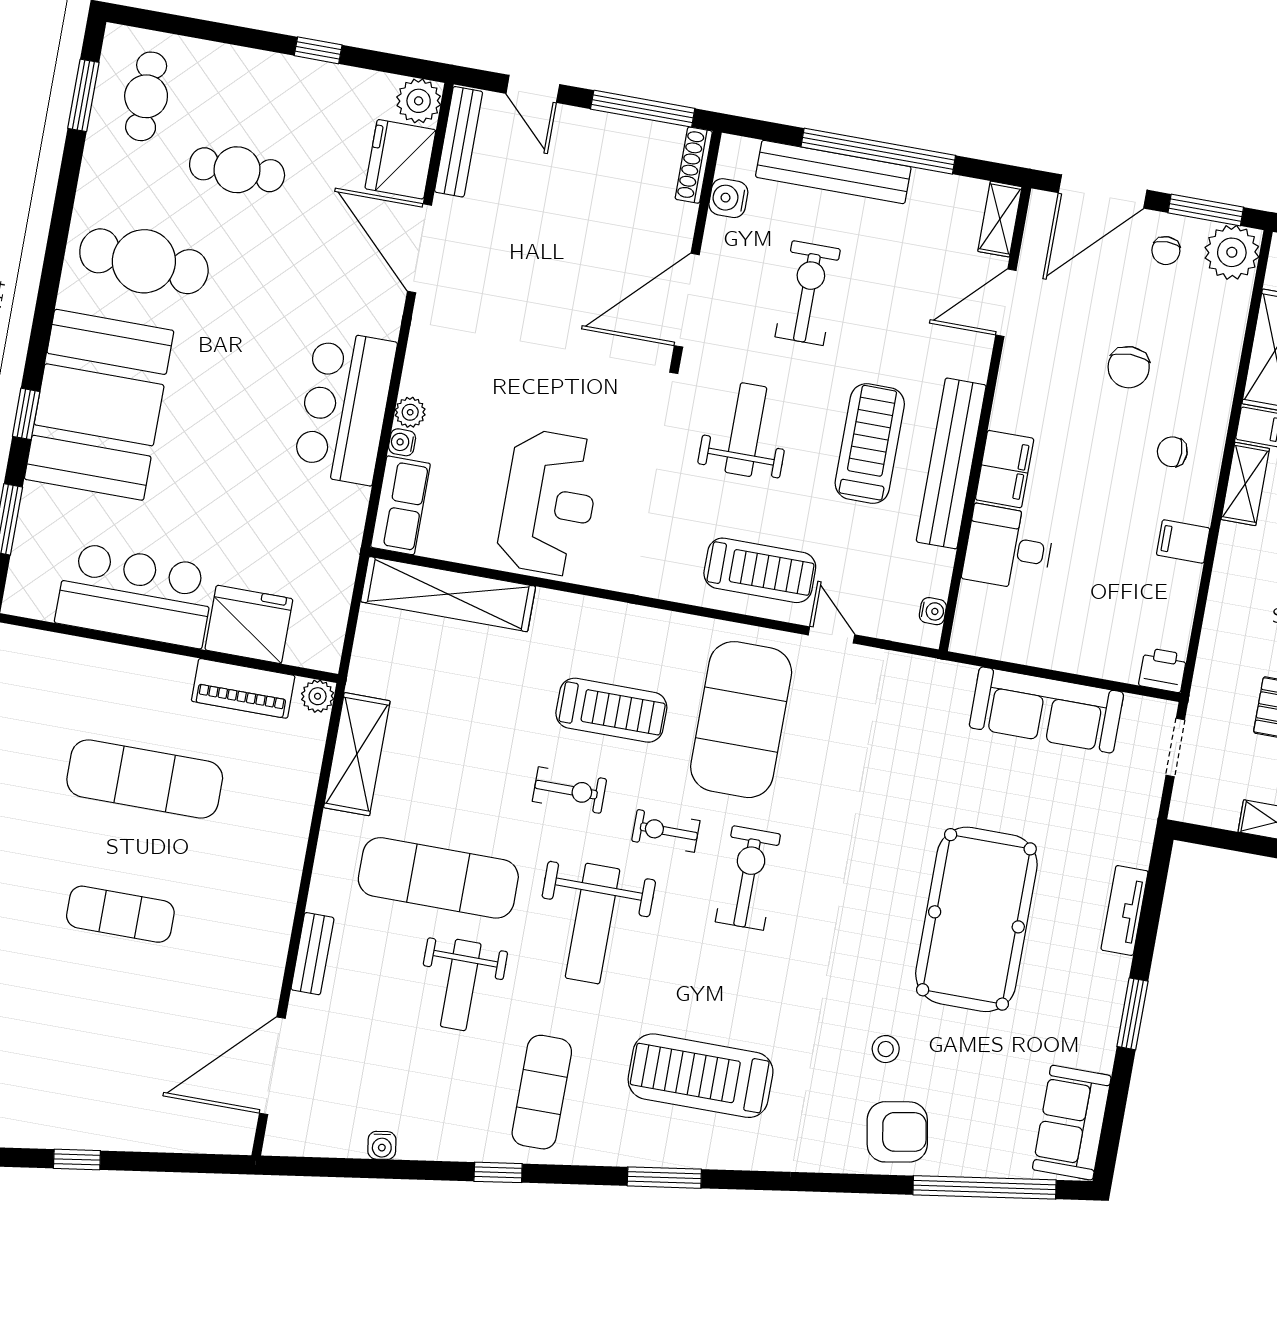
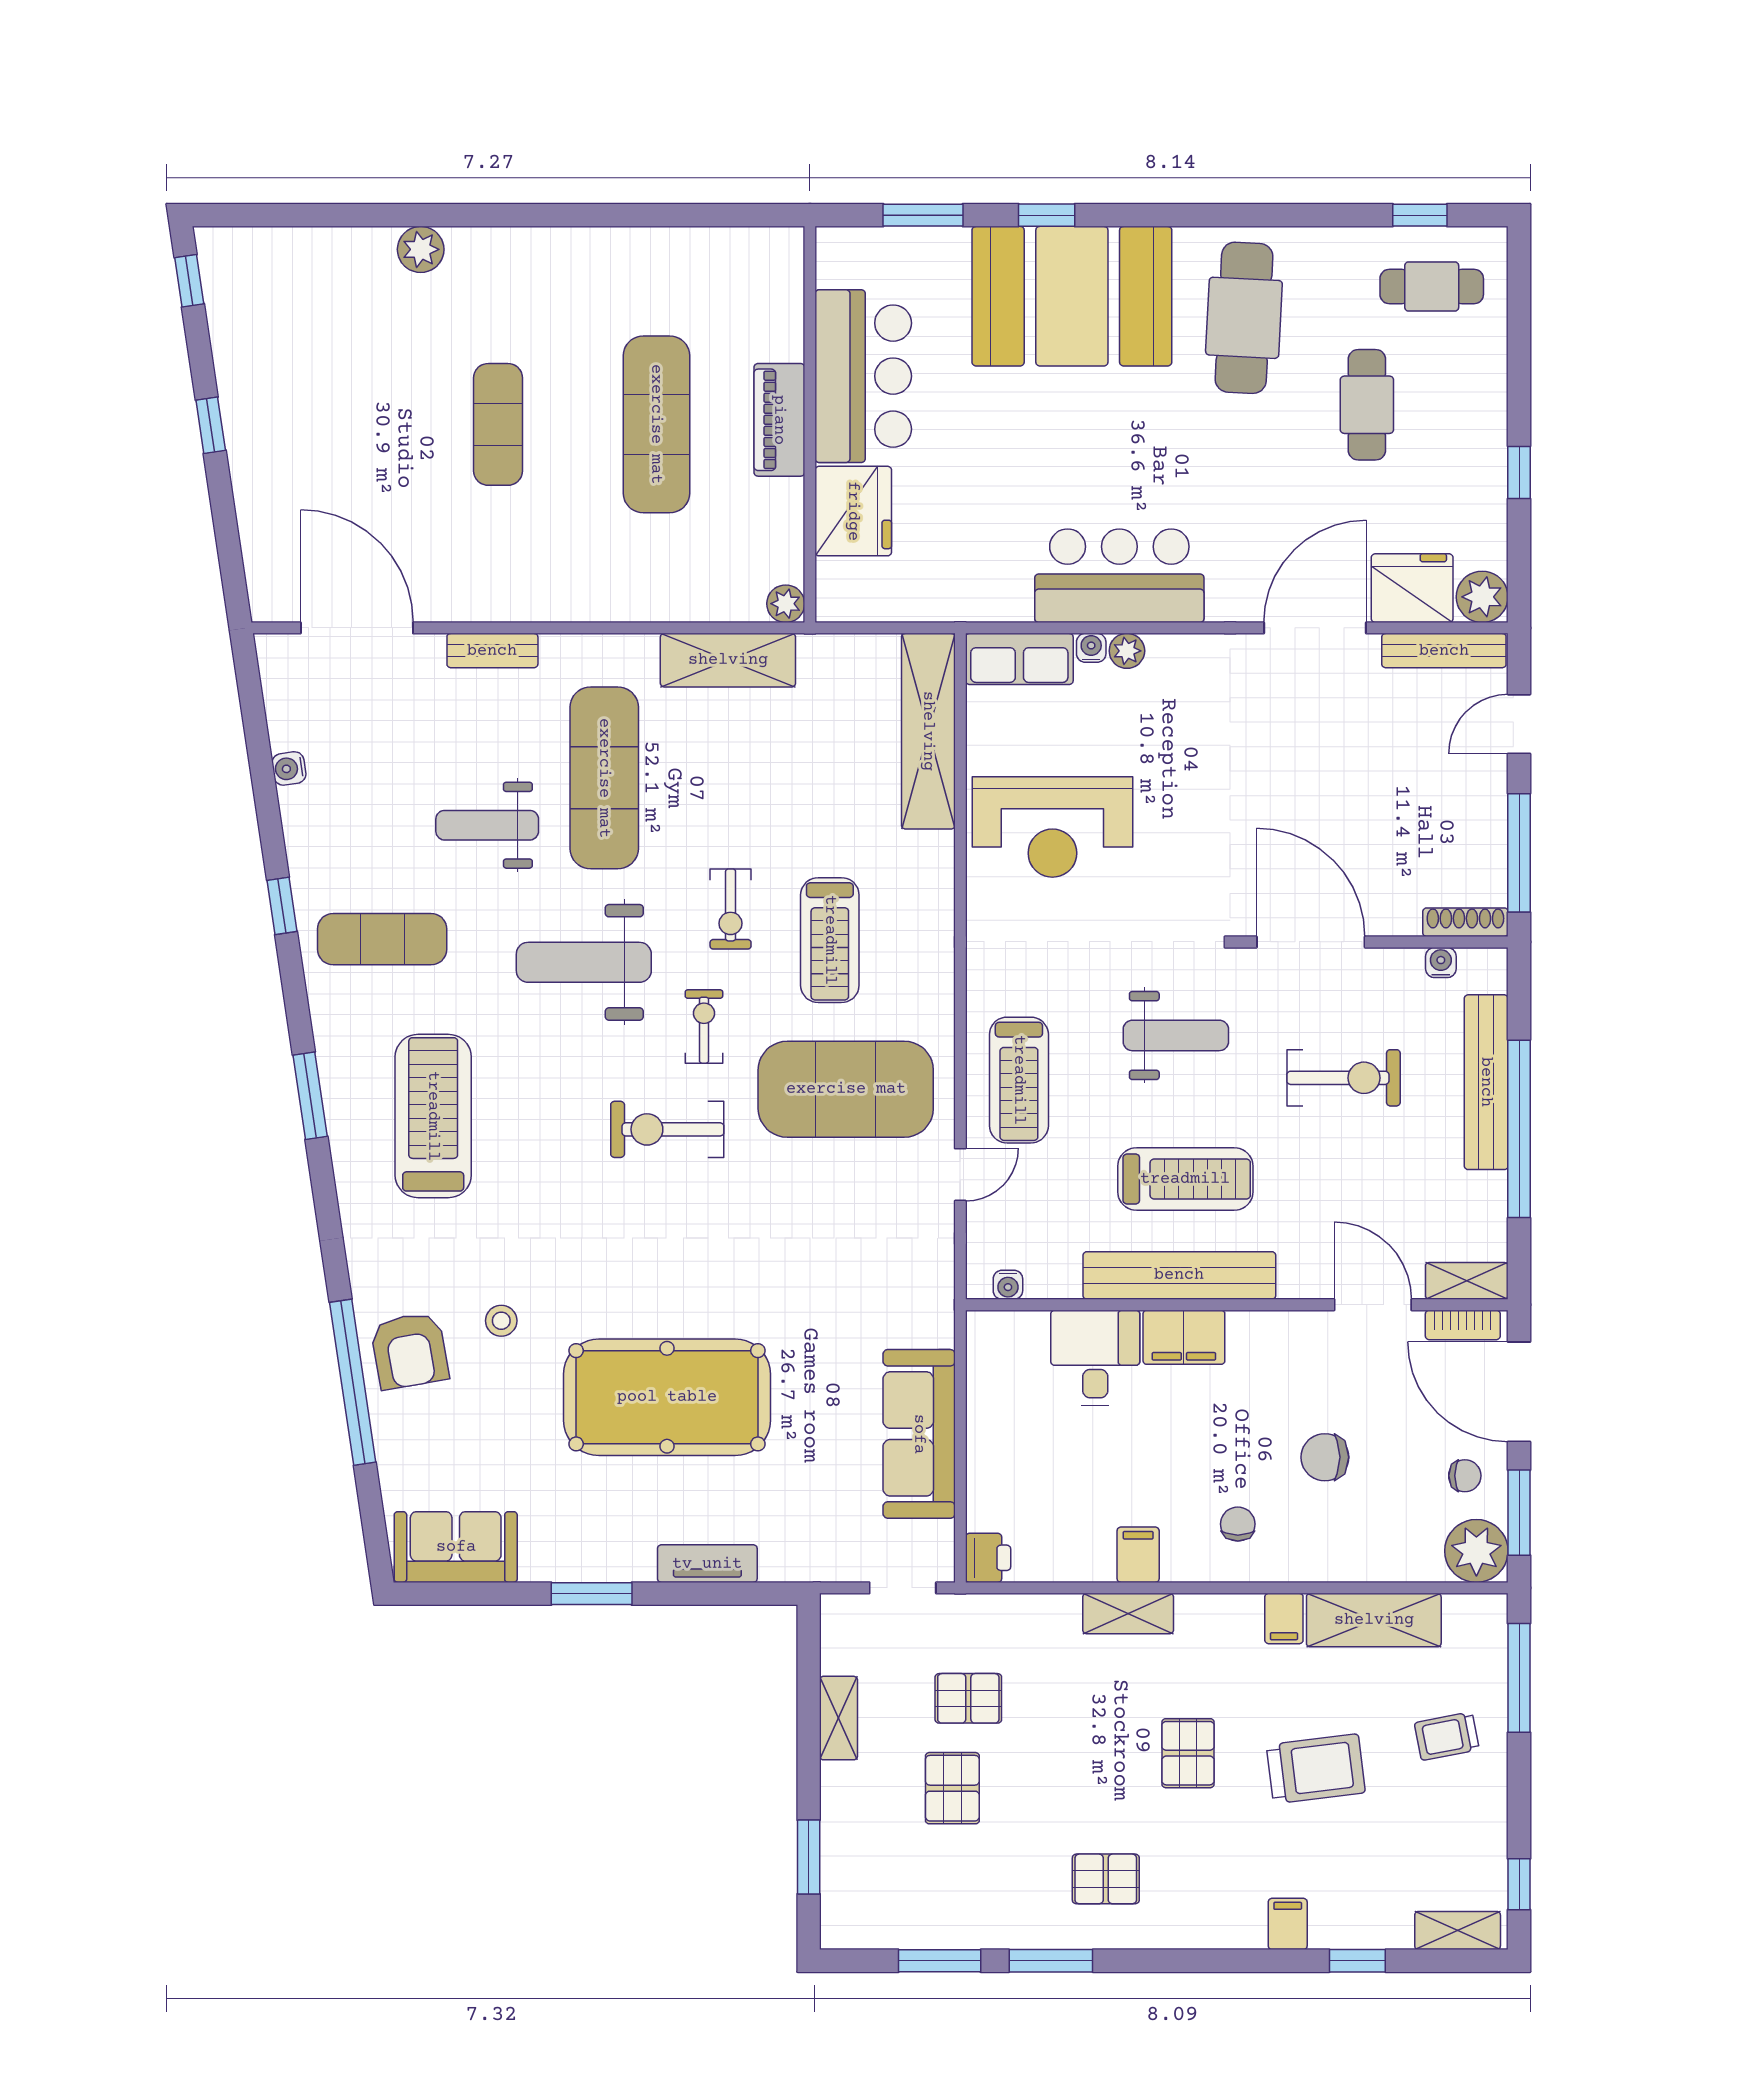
window: (83, 95) -> (1420, 215), width x0.67
water cooler: (728, 198) -> (1441, 963), width x0.72, depth x0.72
bookcase: (1037, 229) -> (1463, 1325), added
chair: (1166, 251) -> (1465, 1476), turned 180
shelving: (1245, 484) -> (1128, 1614), moved
piano: (243, 688) -> (779, 420), moved
exercise bike: (748, 878) -> (667, 1129), turned 180
window: (985, 1187) -> (353, 1382), moved

